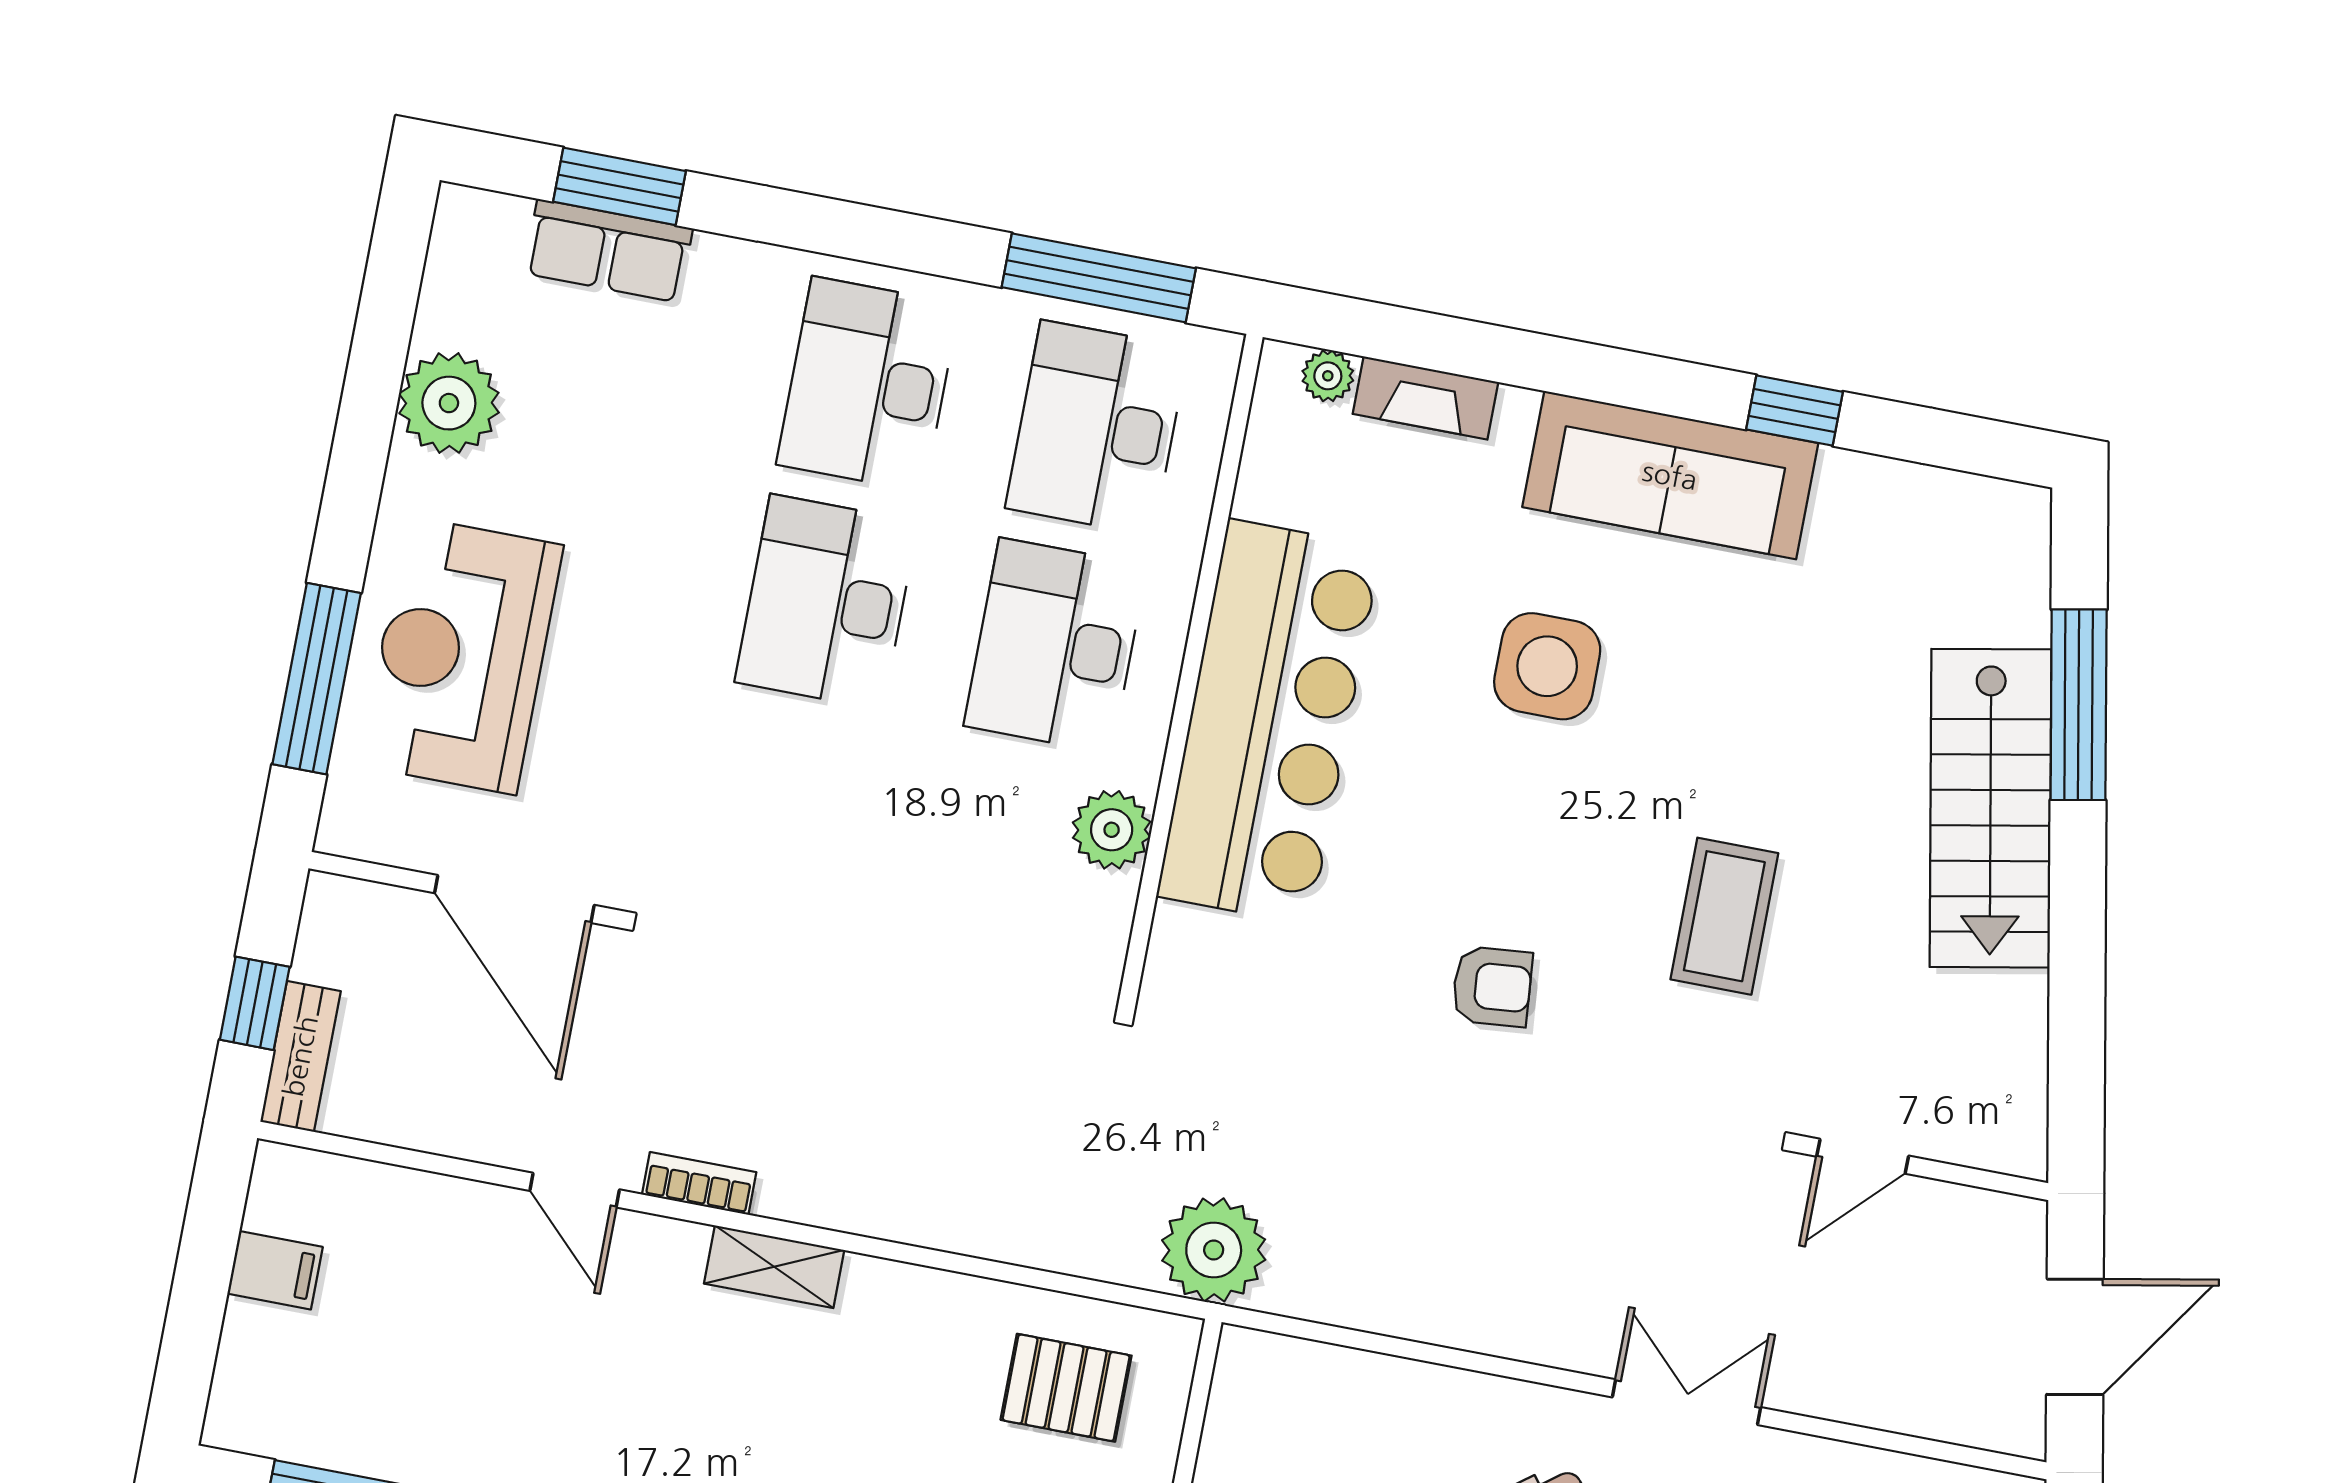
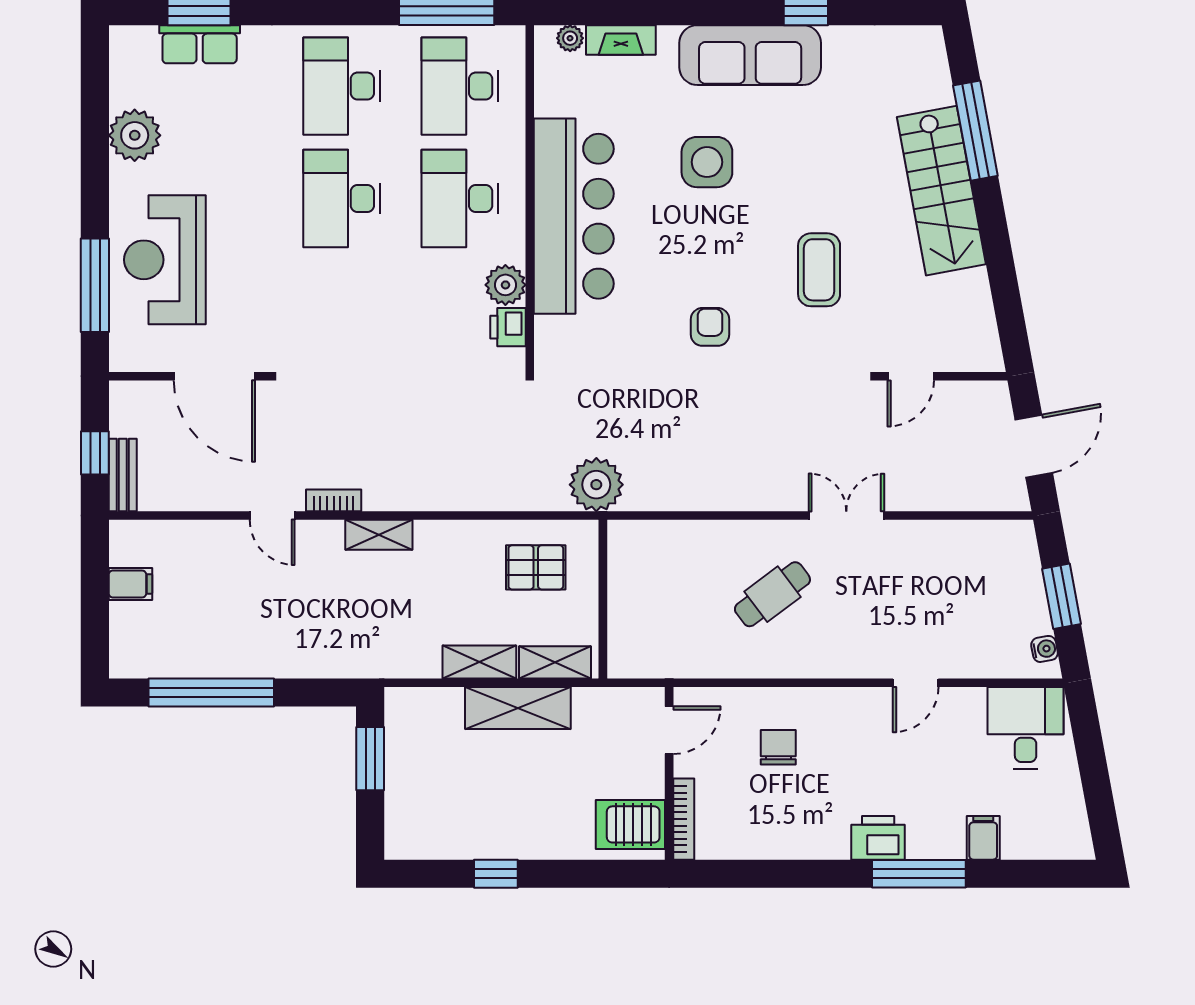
printer: (1101, 912) -> (508, 327), added
armchair: (1492, 987) -> (710, 327), turned -85

